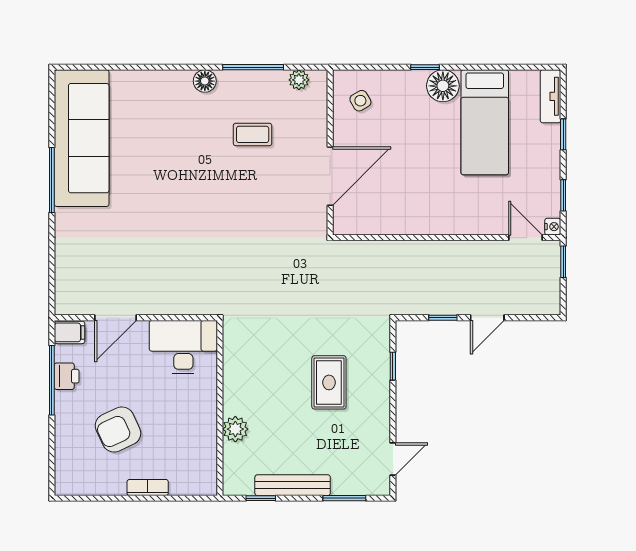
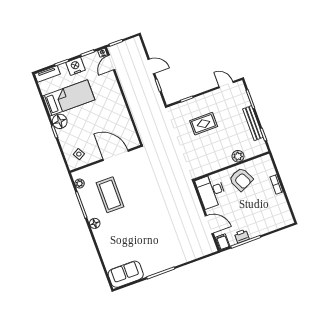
coffee table: (253, 134) -> (110, 195), width x1.86, depth x1.72
sofa: (82, 138) -> (126, 274), width x0.54, depth x0.79
nightstand: (545, 160) -> (75, 66), added
armchair: (118, 429) -> (241, 179), moved

